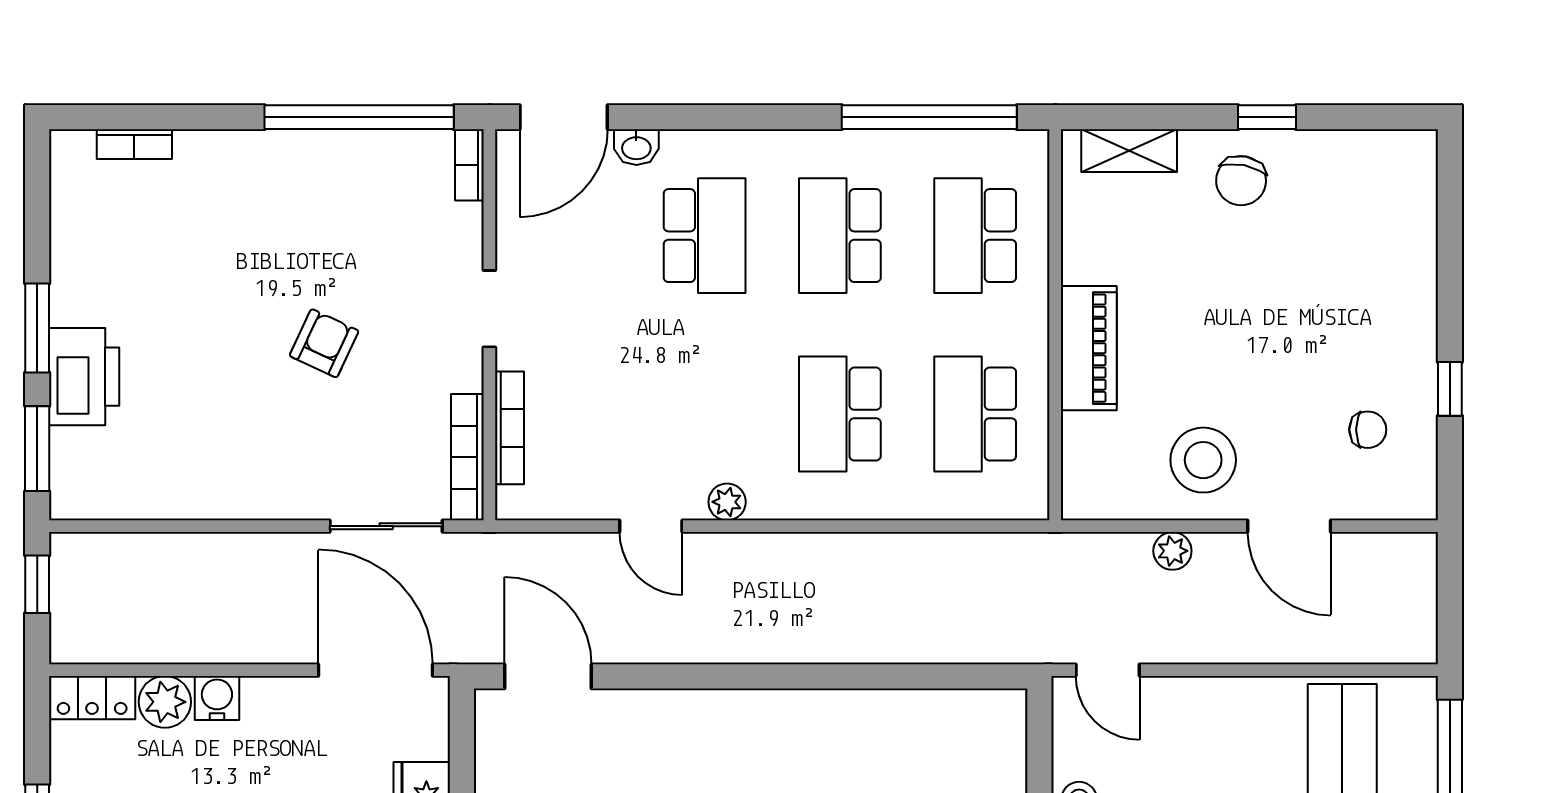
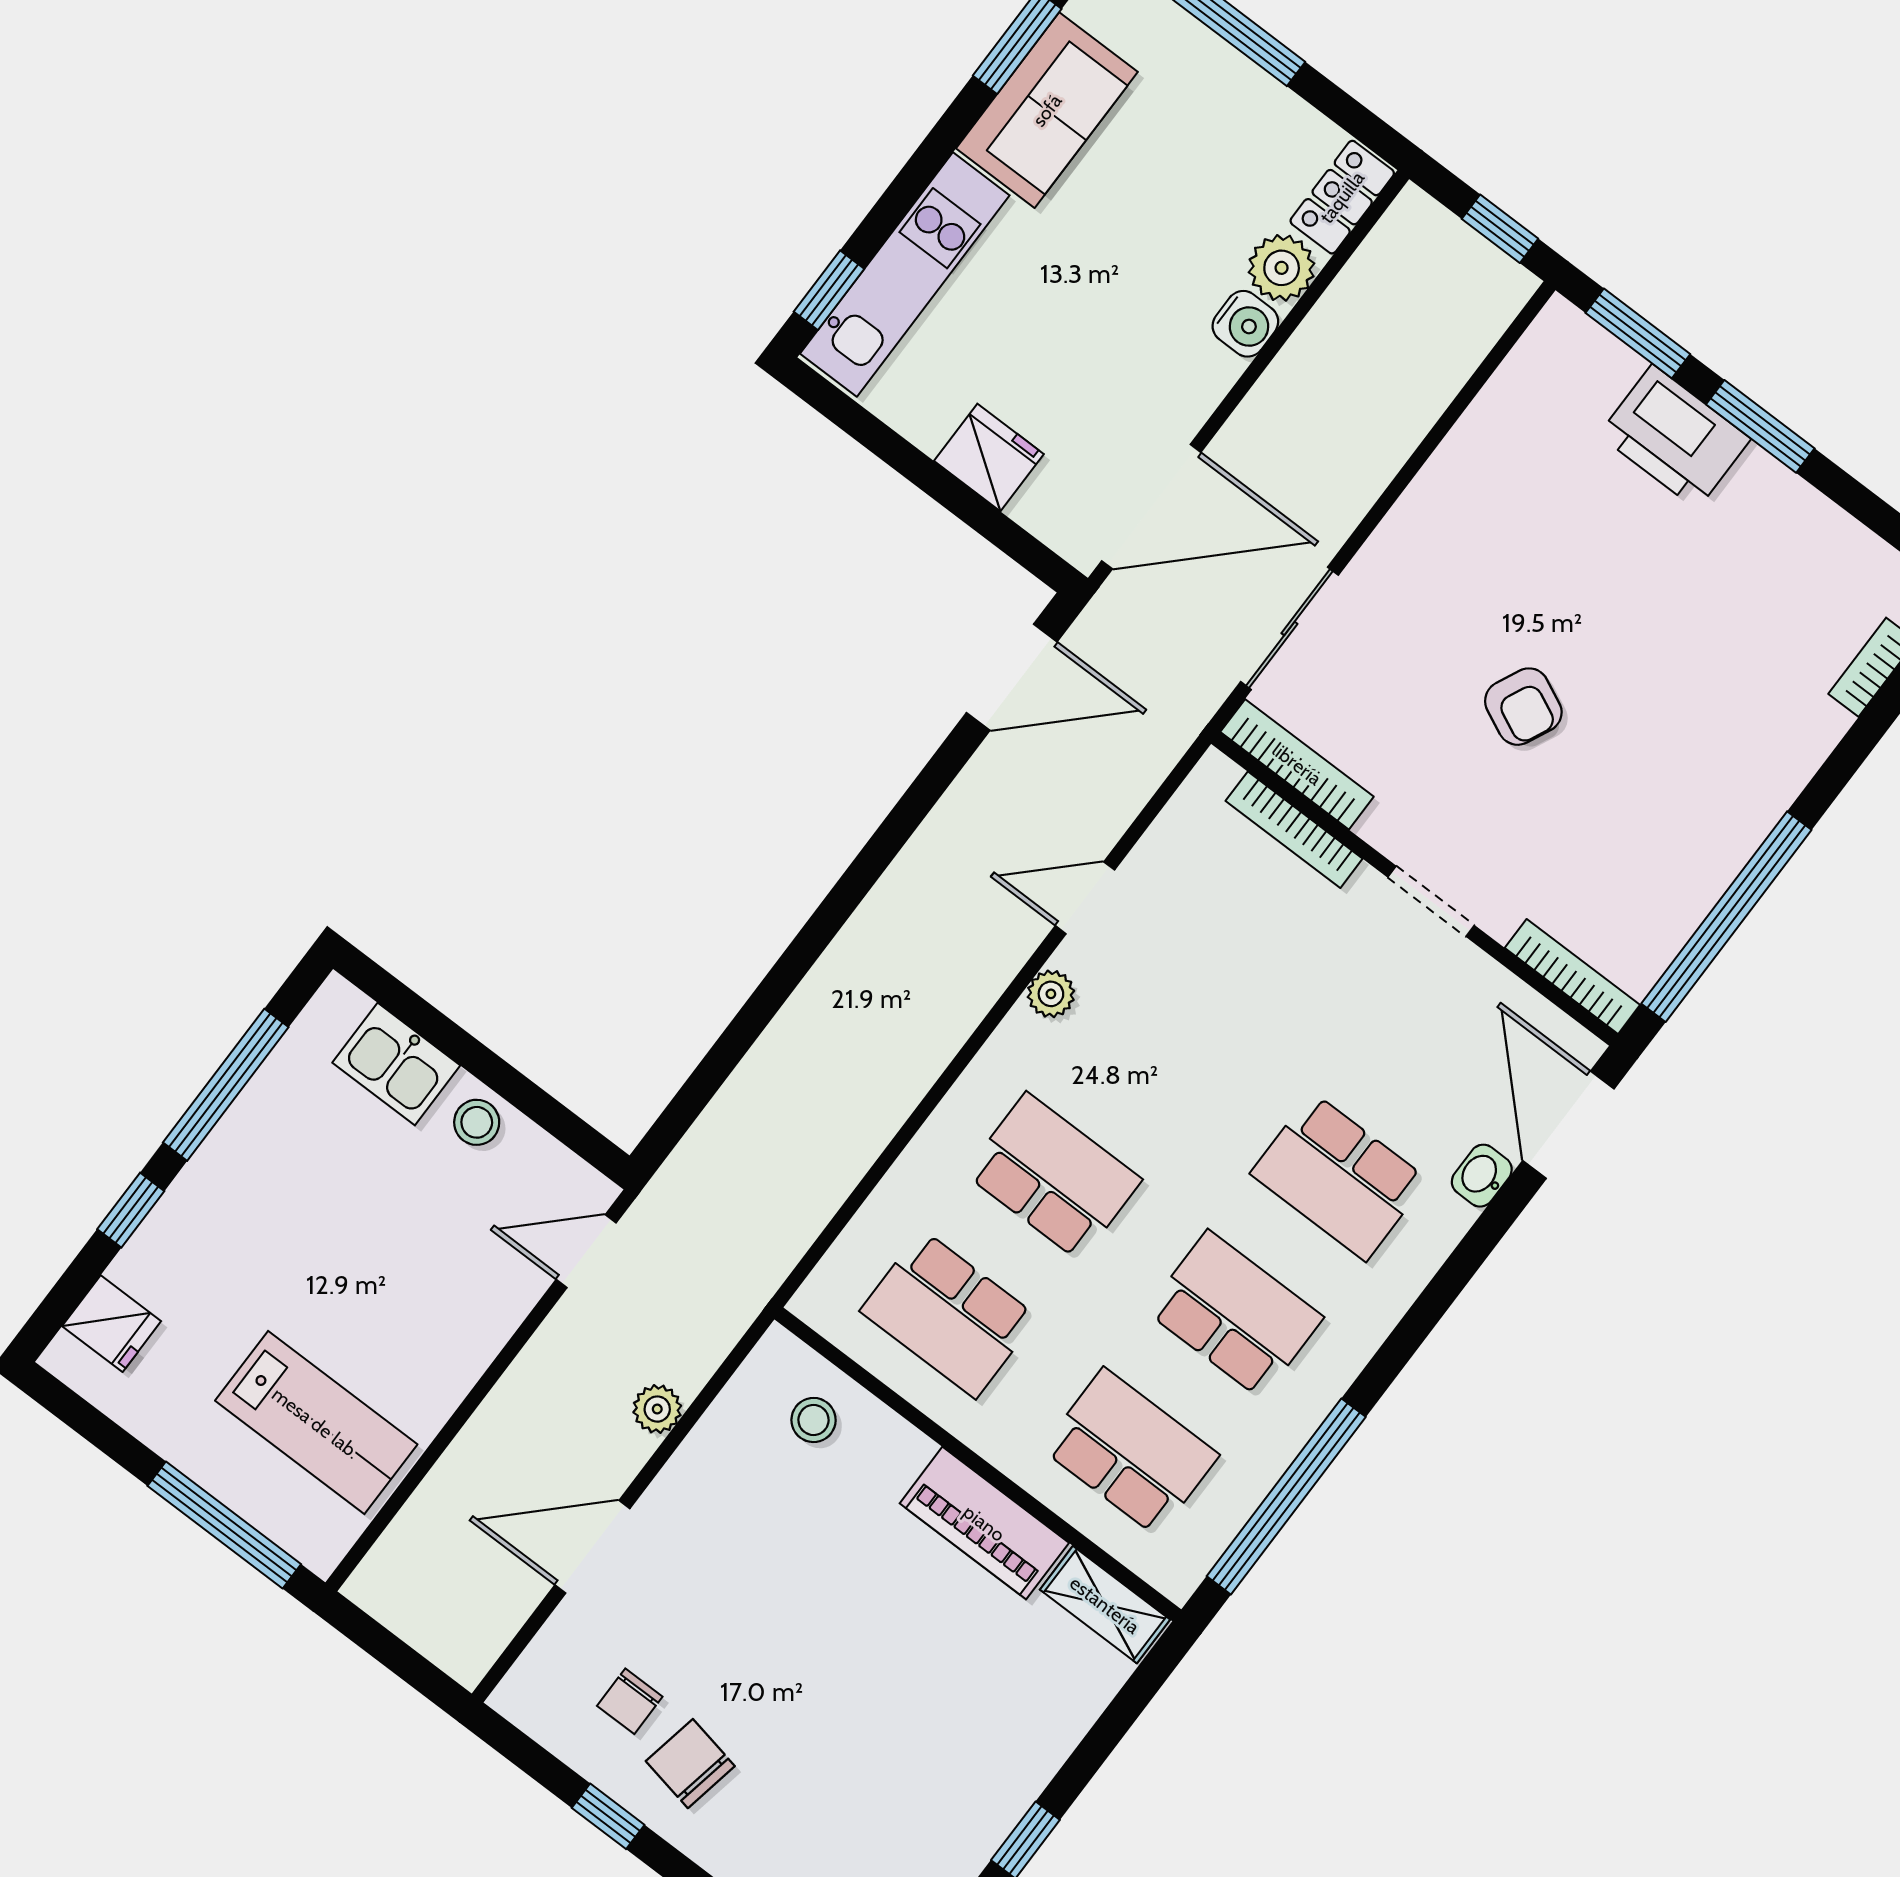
shelving: (1129, 151) -> (1105, 1605), moved, turned 90
bookcase: (469, 165) -> (1572, 976), width x1.56
chair: (1241, 181) -> (690, 1764), moved
piano: (1089, 348) -> (984, 1523), moved
school desk: (975, 414) -> (949, 1314), turned 180
stool: (1203, 460) -> (814, 1420), moved, width x0.53, depth x0.53

